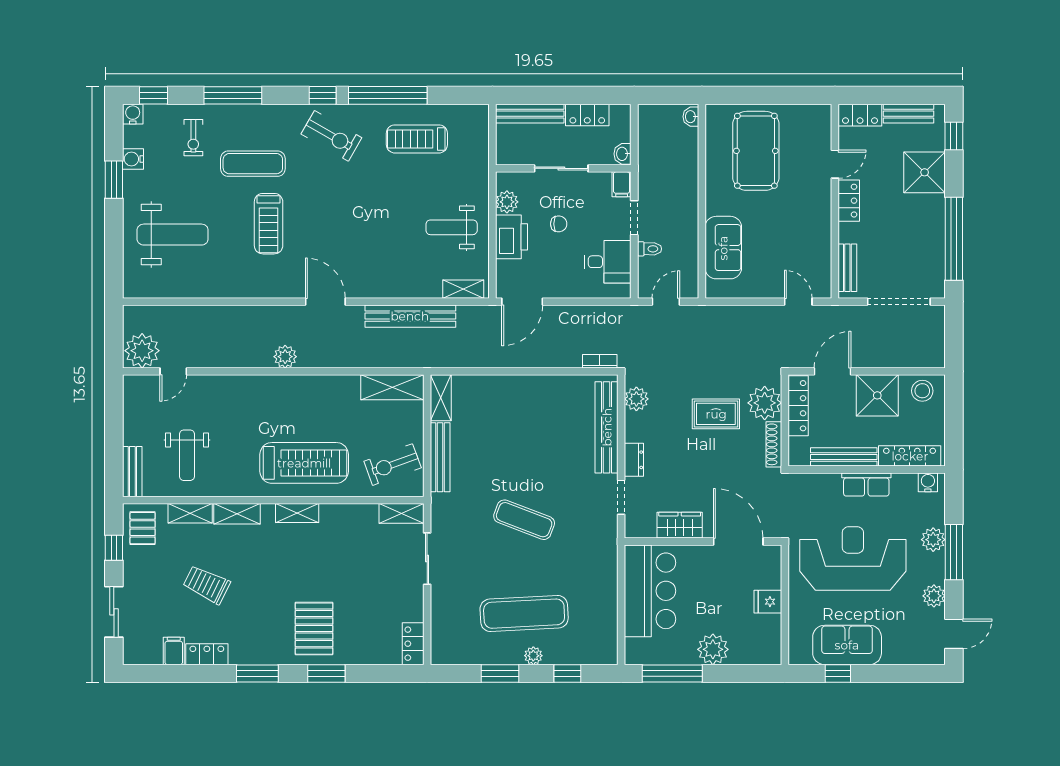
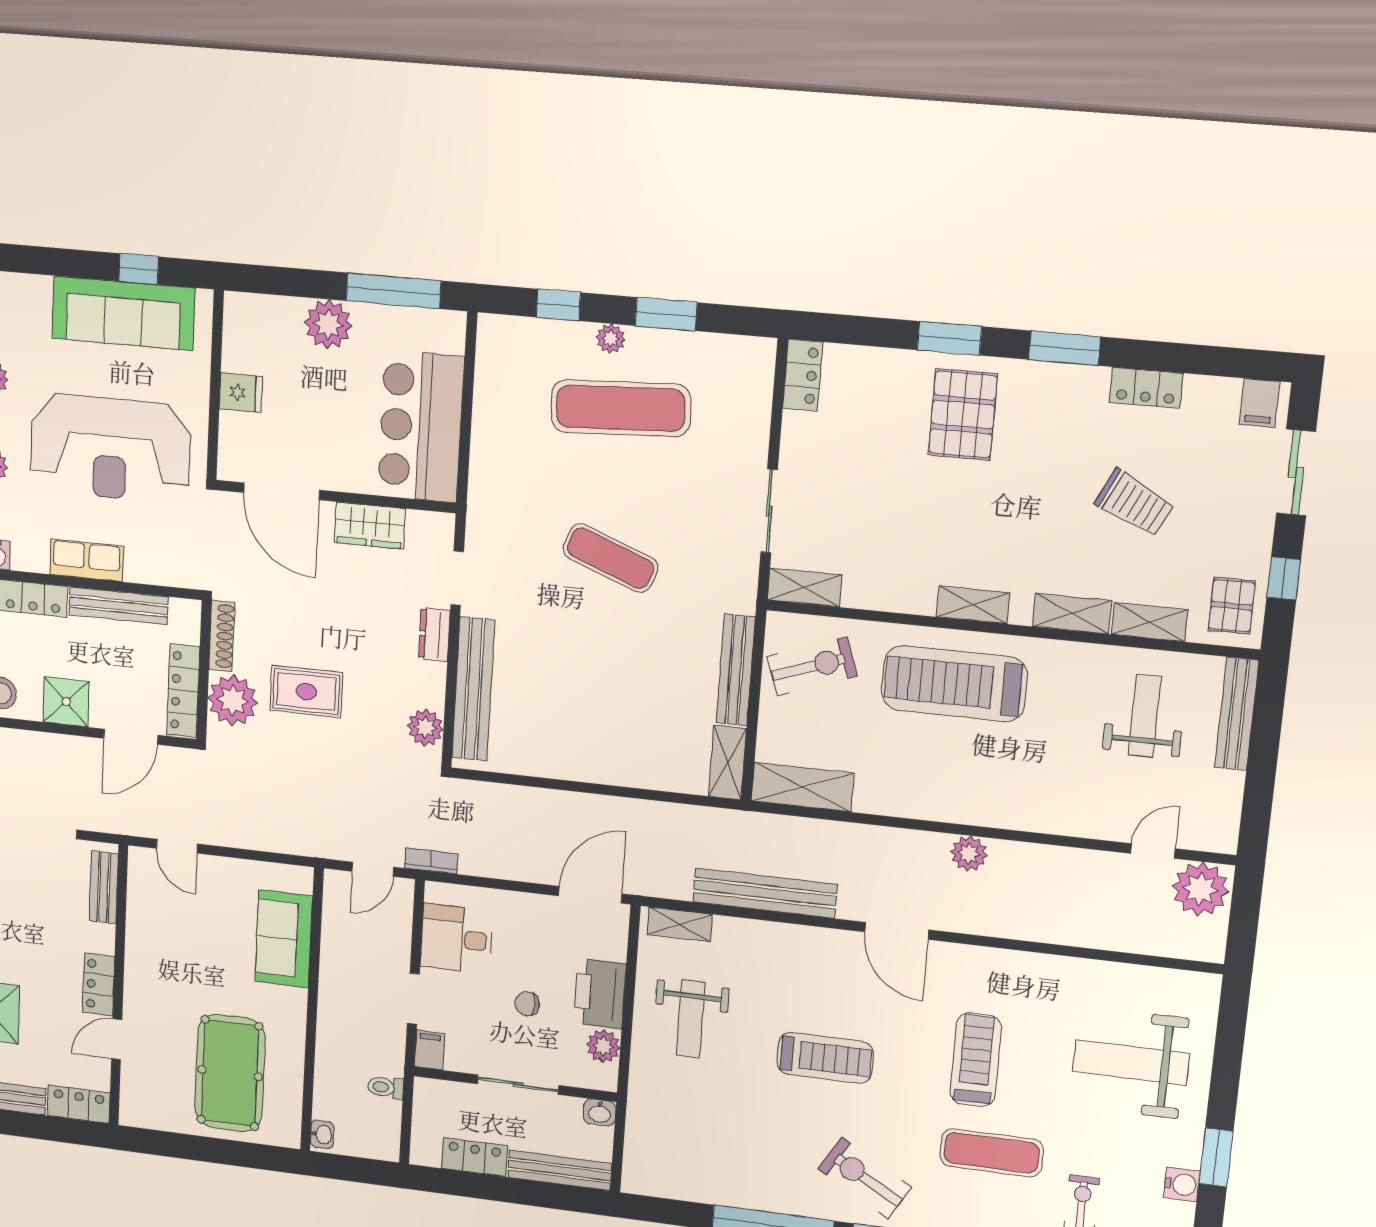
treadmill: (417, 139) -> (825, 1058), moved
washbasin: (623, 154) -> (600, 1113), moved, turned 90
weight bench: (452, 227) -> (691, 1019), turned 90
toilet: (650, 249) -> (386, 1087), moved
bookcase: (600, 361) -> (431, 861), moved, turned 180
shower: (877, 395) -> (66, 702), width x0.73, depth x0.73
bench: (132, 472) -> (1237, 714), width x1.36
sofa: (847, 645) -> (123, 313), width x1.36
filing cabinet: (174, 651) -> (1259, 403), moved

